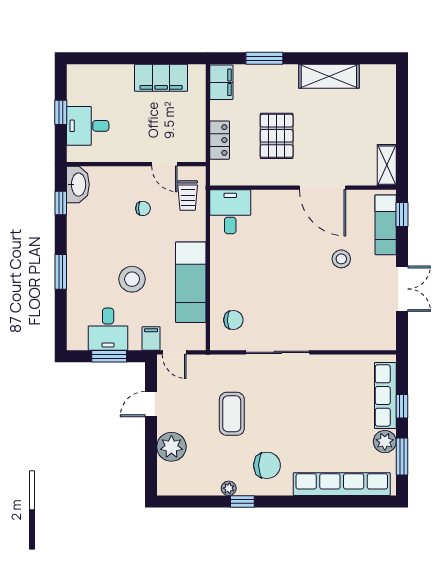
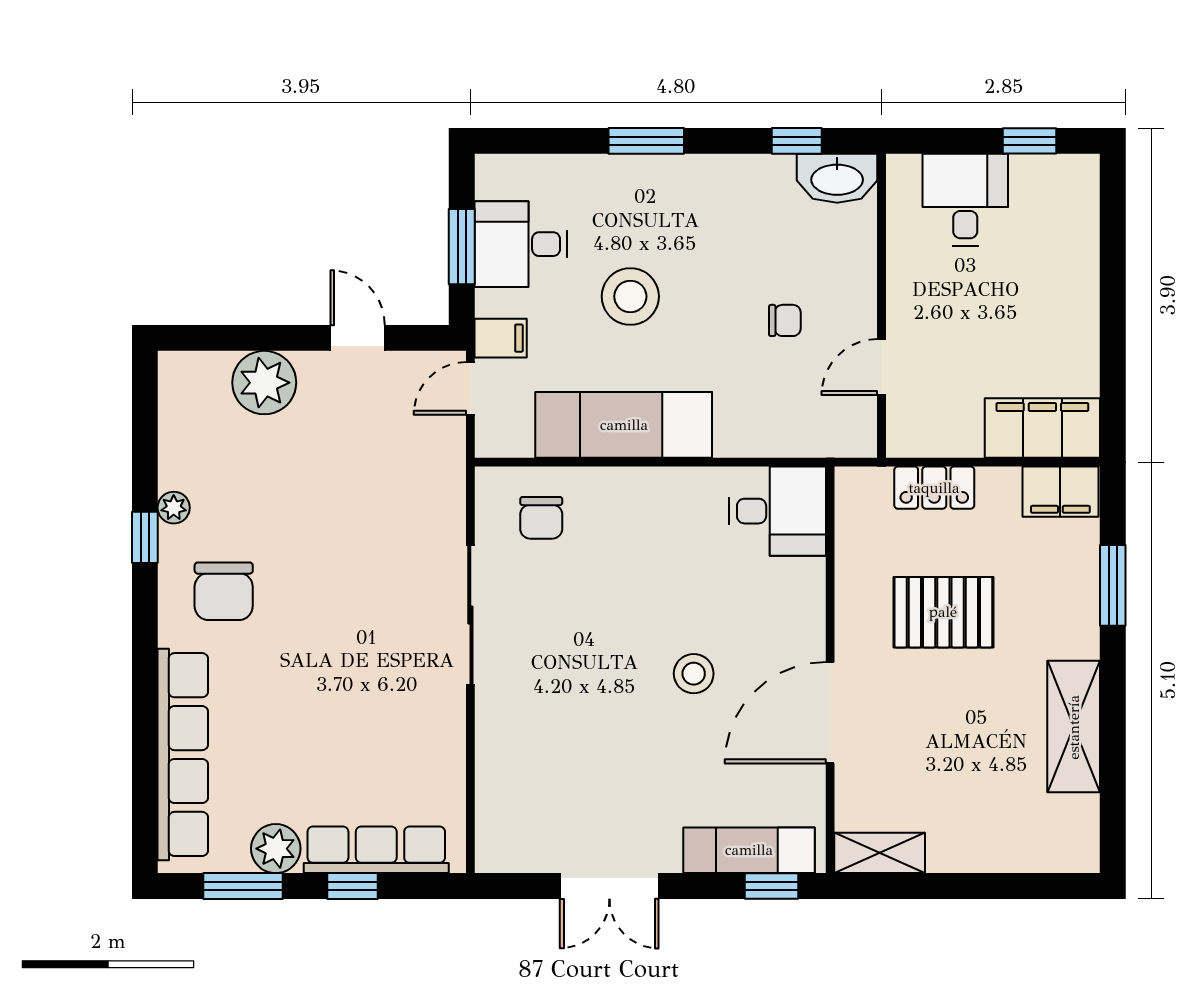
filing cabinet: (161, 78) -> (1042, 428), moved, turned 90
window: (61, 112) -> (1029, 141), moved
trolley: (188, 195) -> (813, 418), removed
chair: (143, 208) -> (785, 320), turned -90
stool: (341, 259) -> (694, 674), moved
coffee table: (232, 414) -> (336, 514), removed

